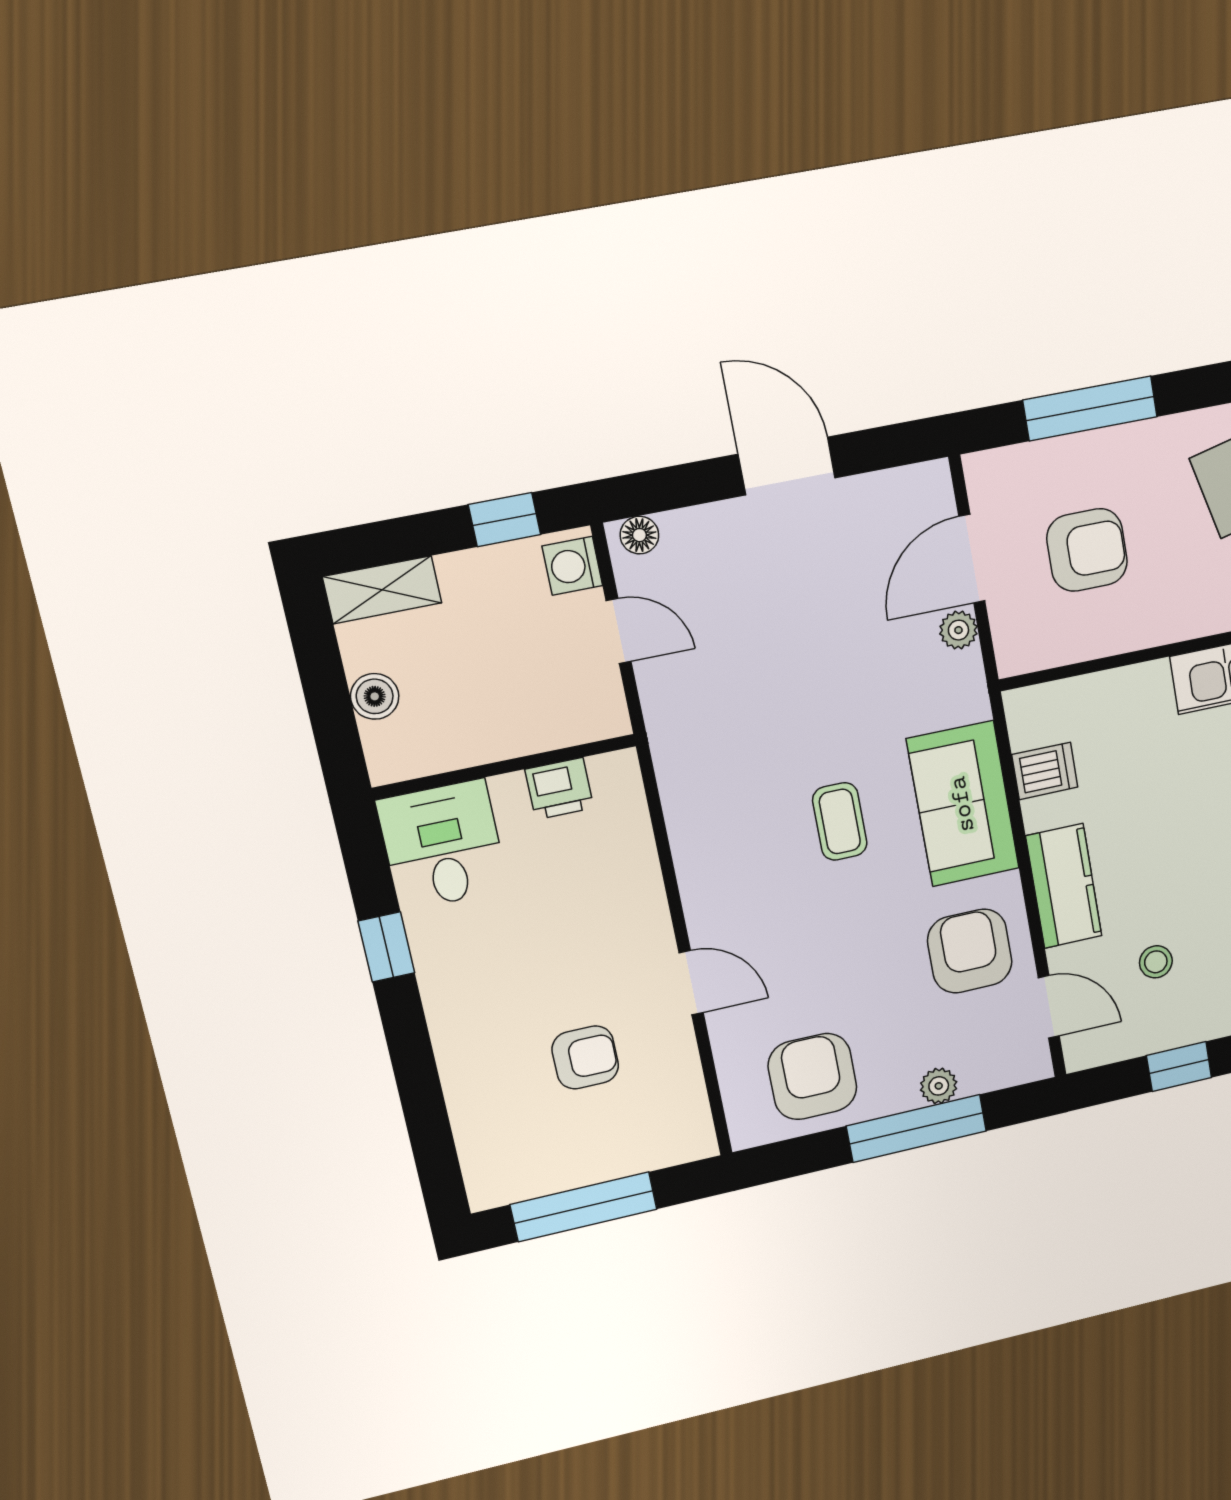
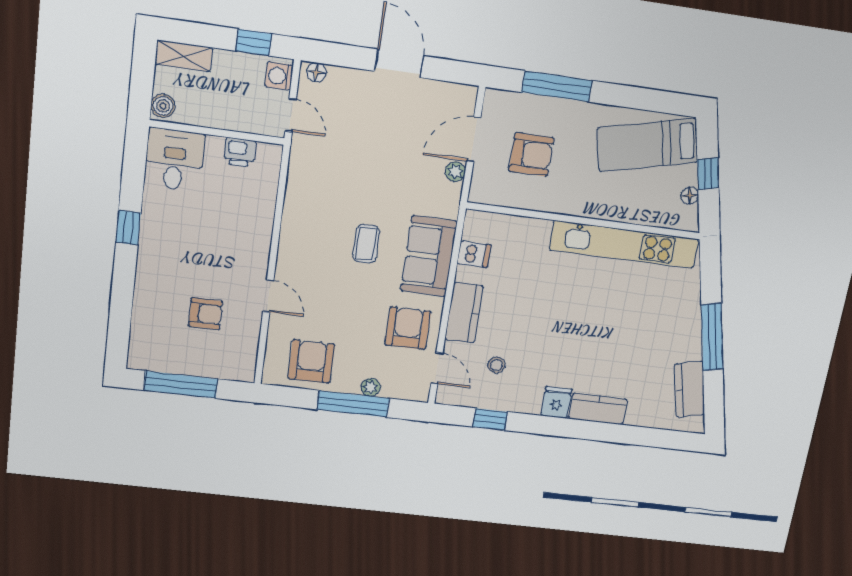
wall: (505, 767) -> (217, 132), moved
printer: (559, 789) -> (240, 152), moved
desk: (442, 845) -> (174, 160), moved

